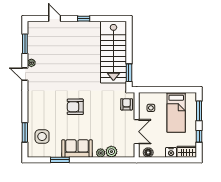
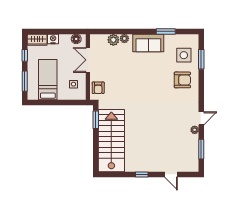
door: (25, 74) -> (201, 118), hinge flipped
armchair: (75, 107) -> (182, 80), moved

